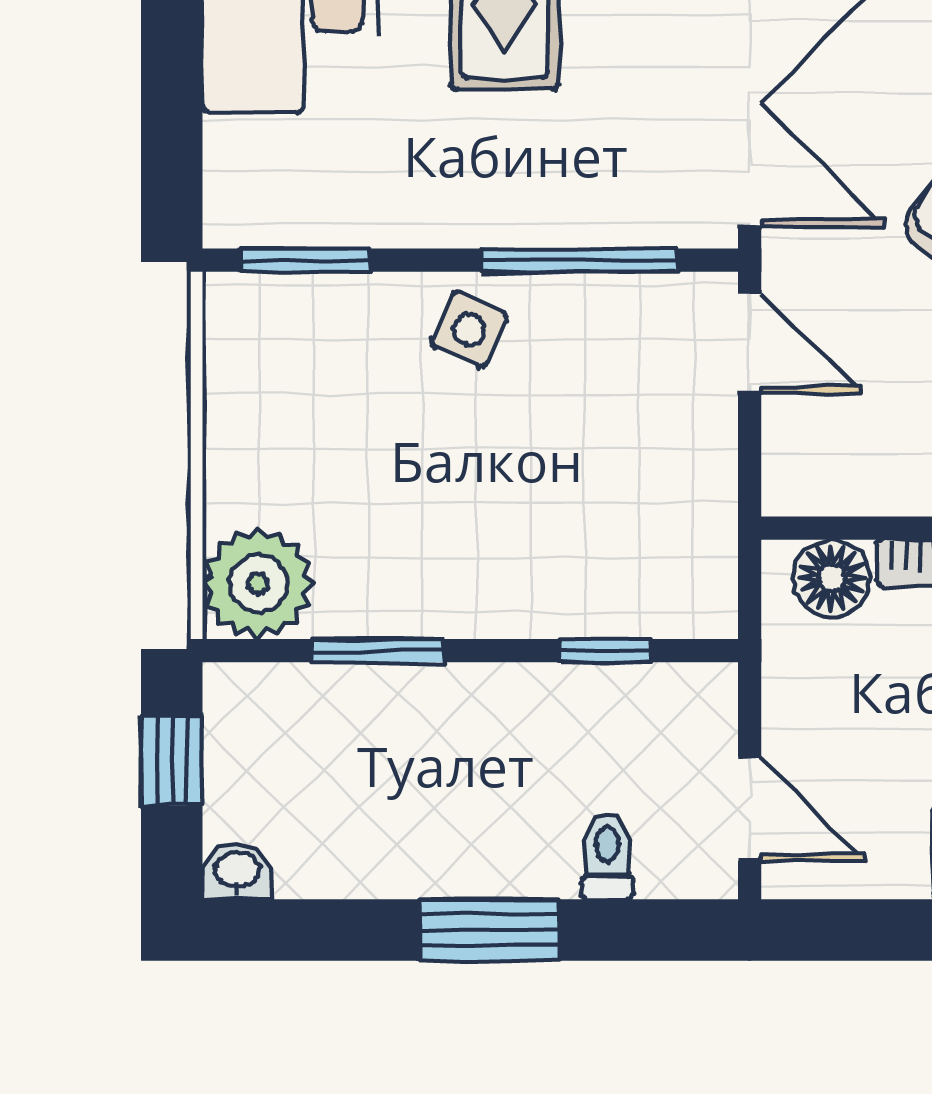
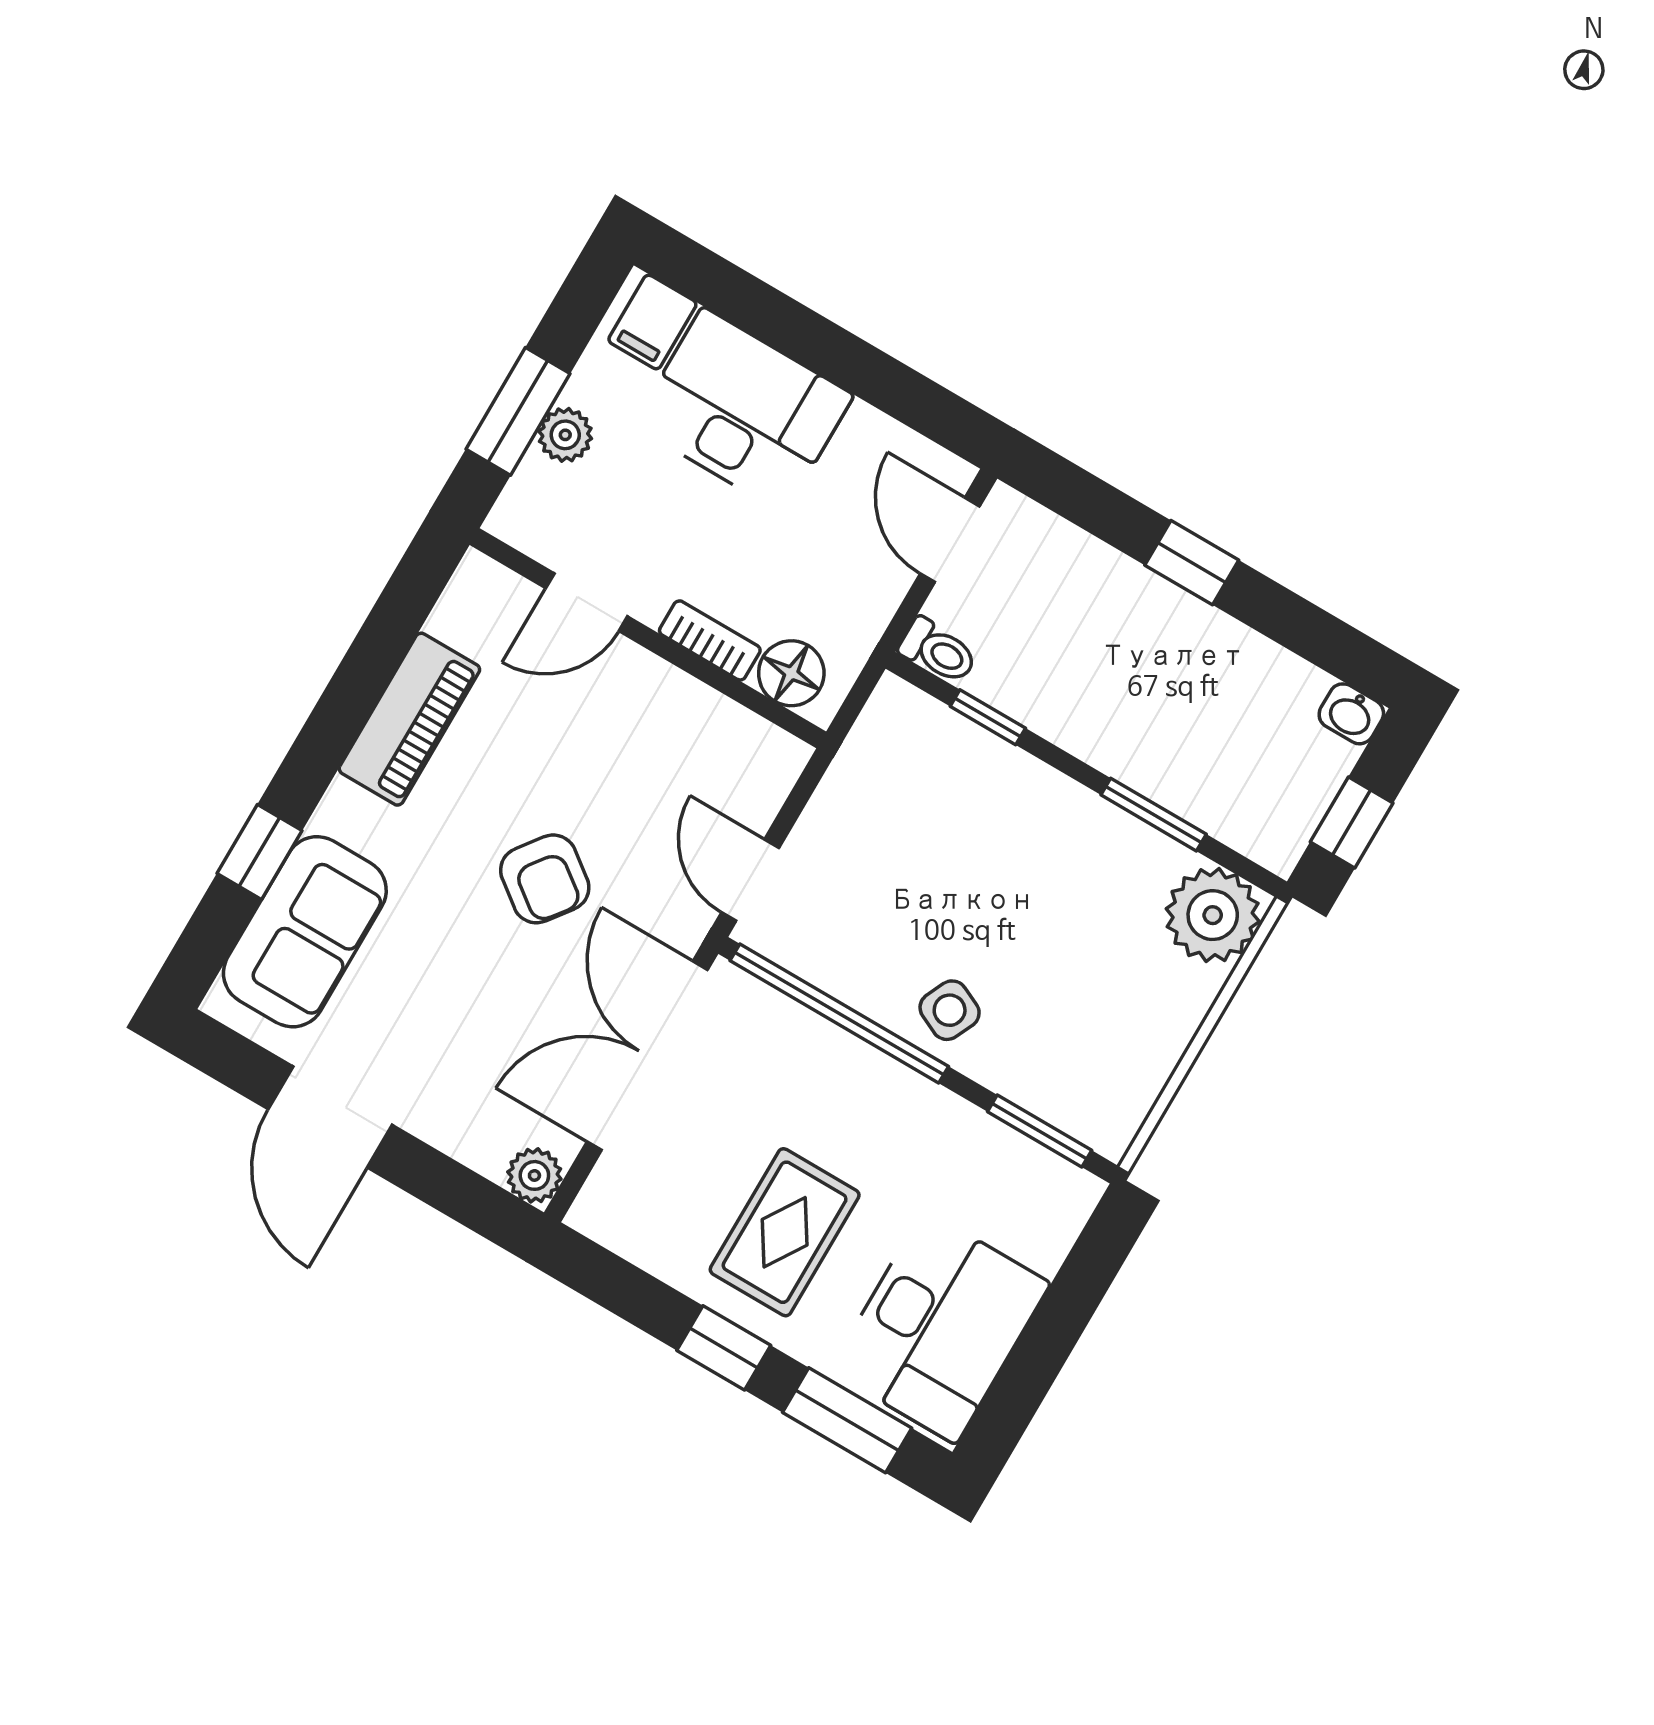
window: (579, 260) -> (839, 1014), width x1.46
toilet: (607, 857) -> (938, 651), moved, turned -90
window: (490, 930) -> (1192, 563), width x0.67

